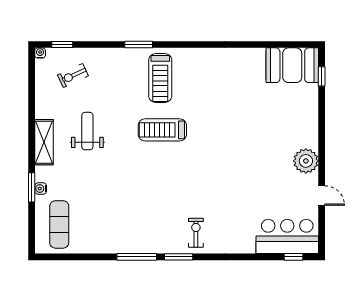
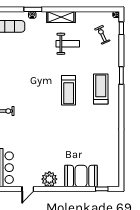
booth: (292, 65) -> (81, 176), moved, turned 90
treadmill: (160, 78) -> (101, 89), turned 90
treadmill: (162, 130) -> (69, 90), turned 180

